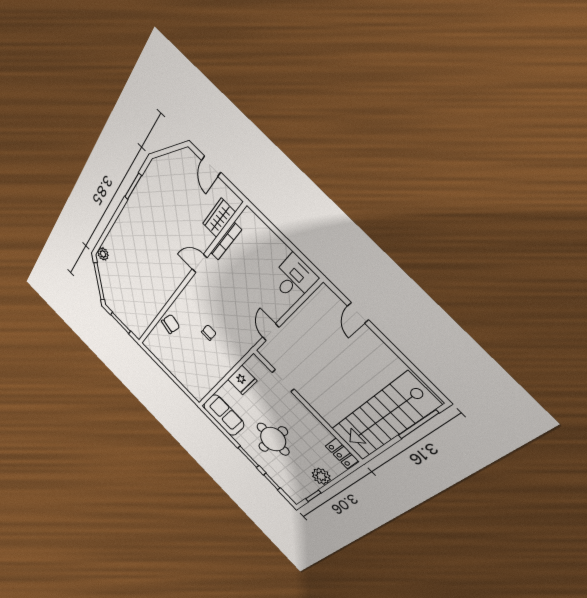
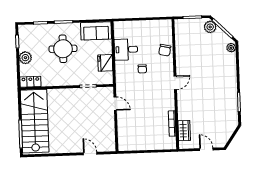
door: (199, 263) -> (175, 83), moved
desk: (294, 278) -> (126, 49), moved, turned 90
plant: (110, 296) -> (210, 27), added

